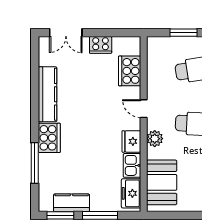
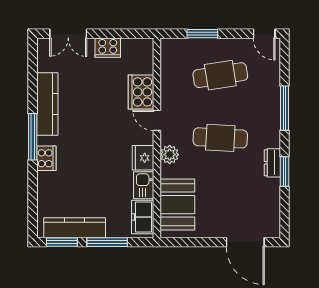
cooker: (130, 71) -> (141, 92), moved
cooker: (49, 138) -> (46, 158), width x0.73, depth x0.76
window: (35, 163) -> (33, 137), moved
kitchen counter: (72, 203) -> (75, 228), width x1.50

